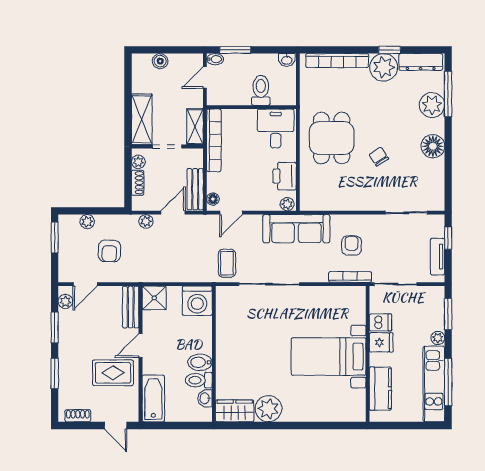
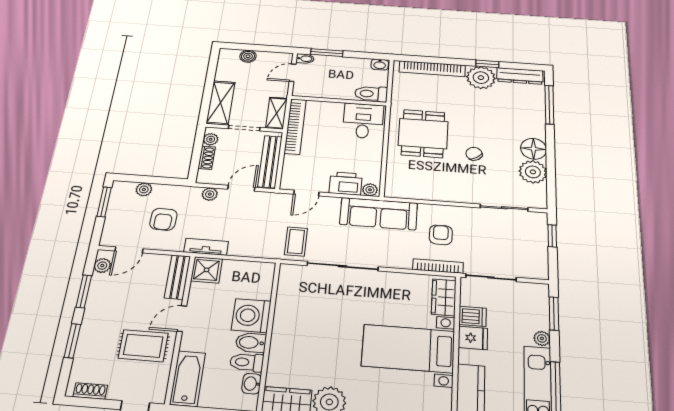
toilet: (261, 90) -> (371, 94), moved, turned -90
plant: (432, 105) -> (533, 172), moved
printer: (285, 176) -> (346, 183), moved, turned 90
bench: (195, 189) -> (270, 161), width x1.36
floor lamp: (213, 199) -> (288, 179), removed
tv unit: (438, 257) -> (206, 247), moved, turned 90
washing machine: (197, 301) -> (251, 316), moved, turned 90
wardrobe: (356, 307) -> (444, 297), added

